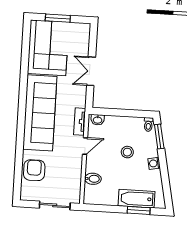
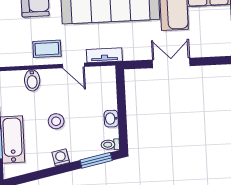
washbasin: (98, 120) -> (111, 119), moved
stool: (127, 152) -> (56, 121), moved
coffee table: (70, 165) -> (47, 49), added

